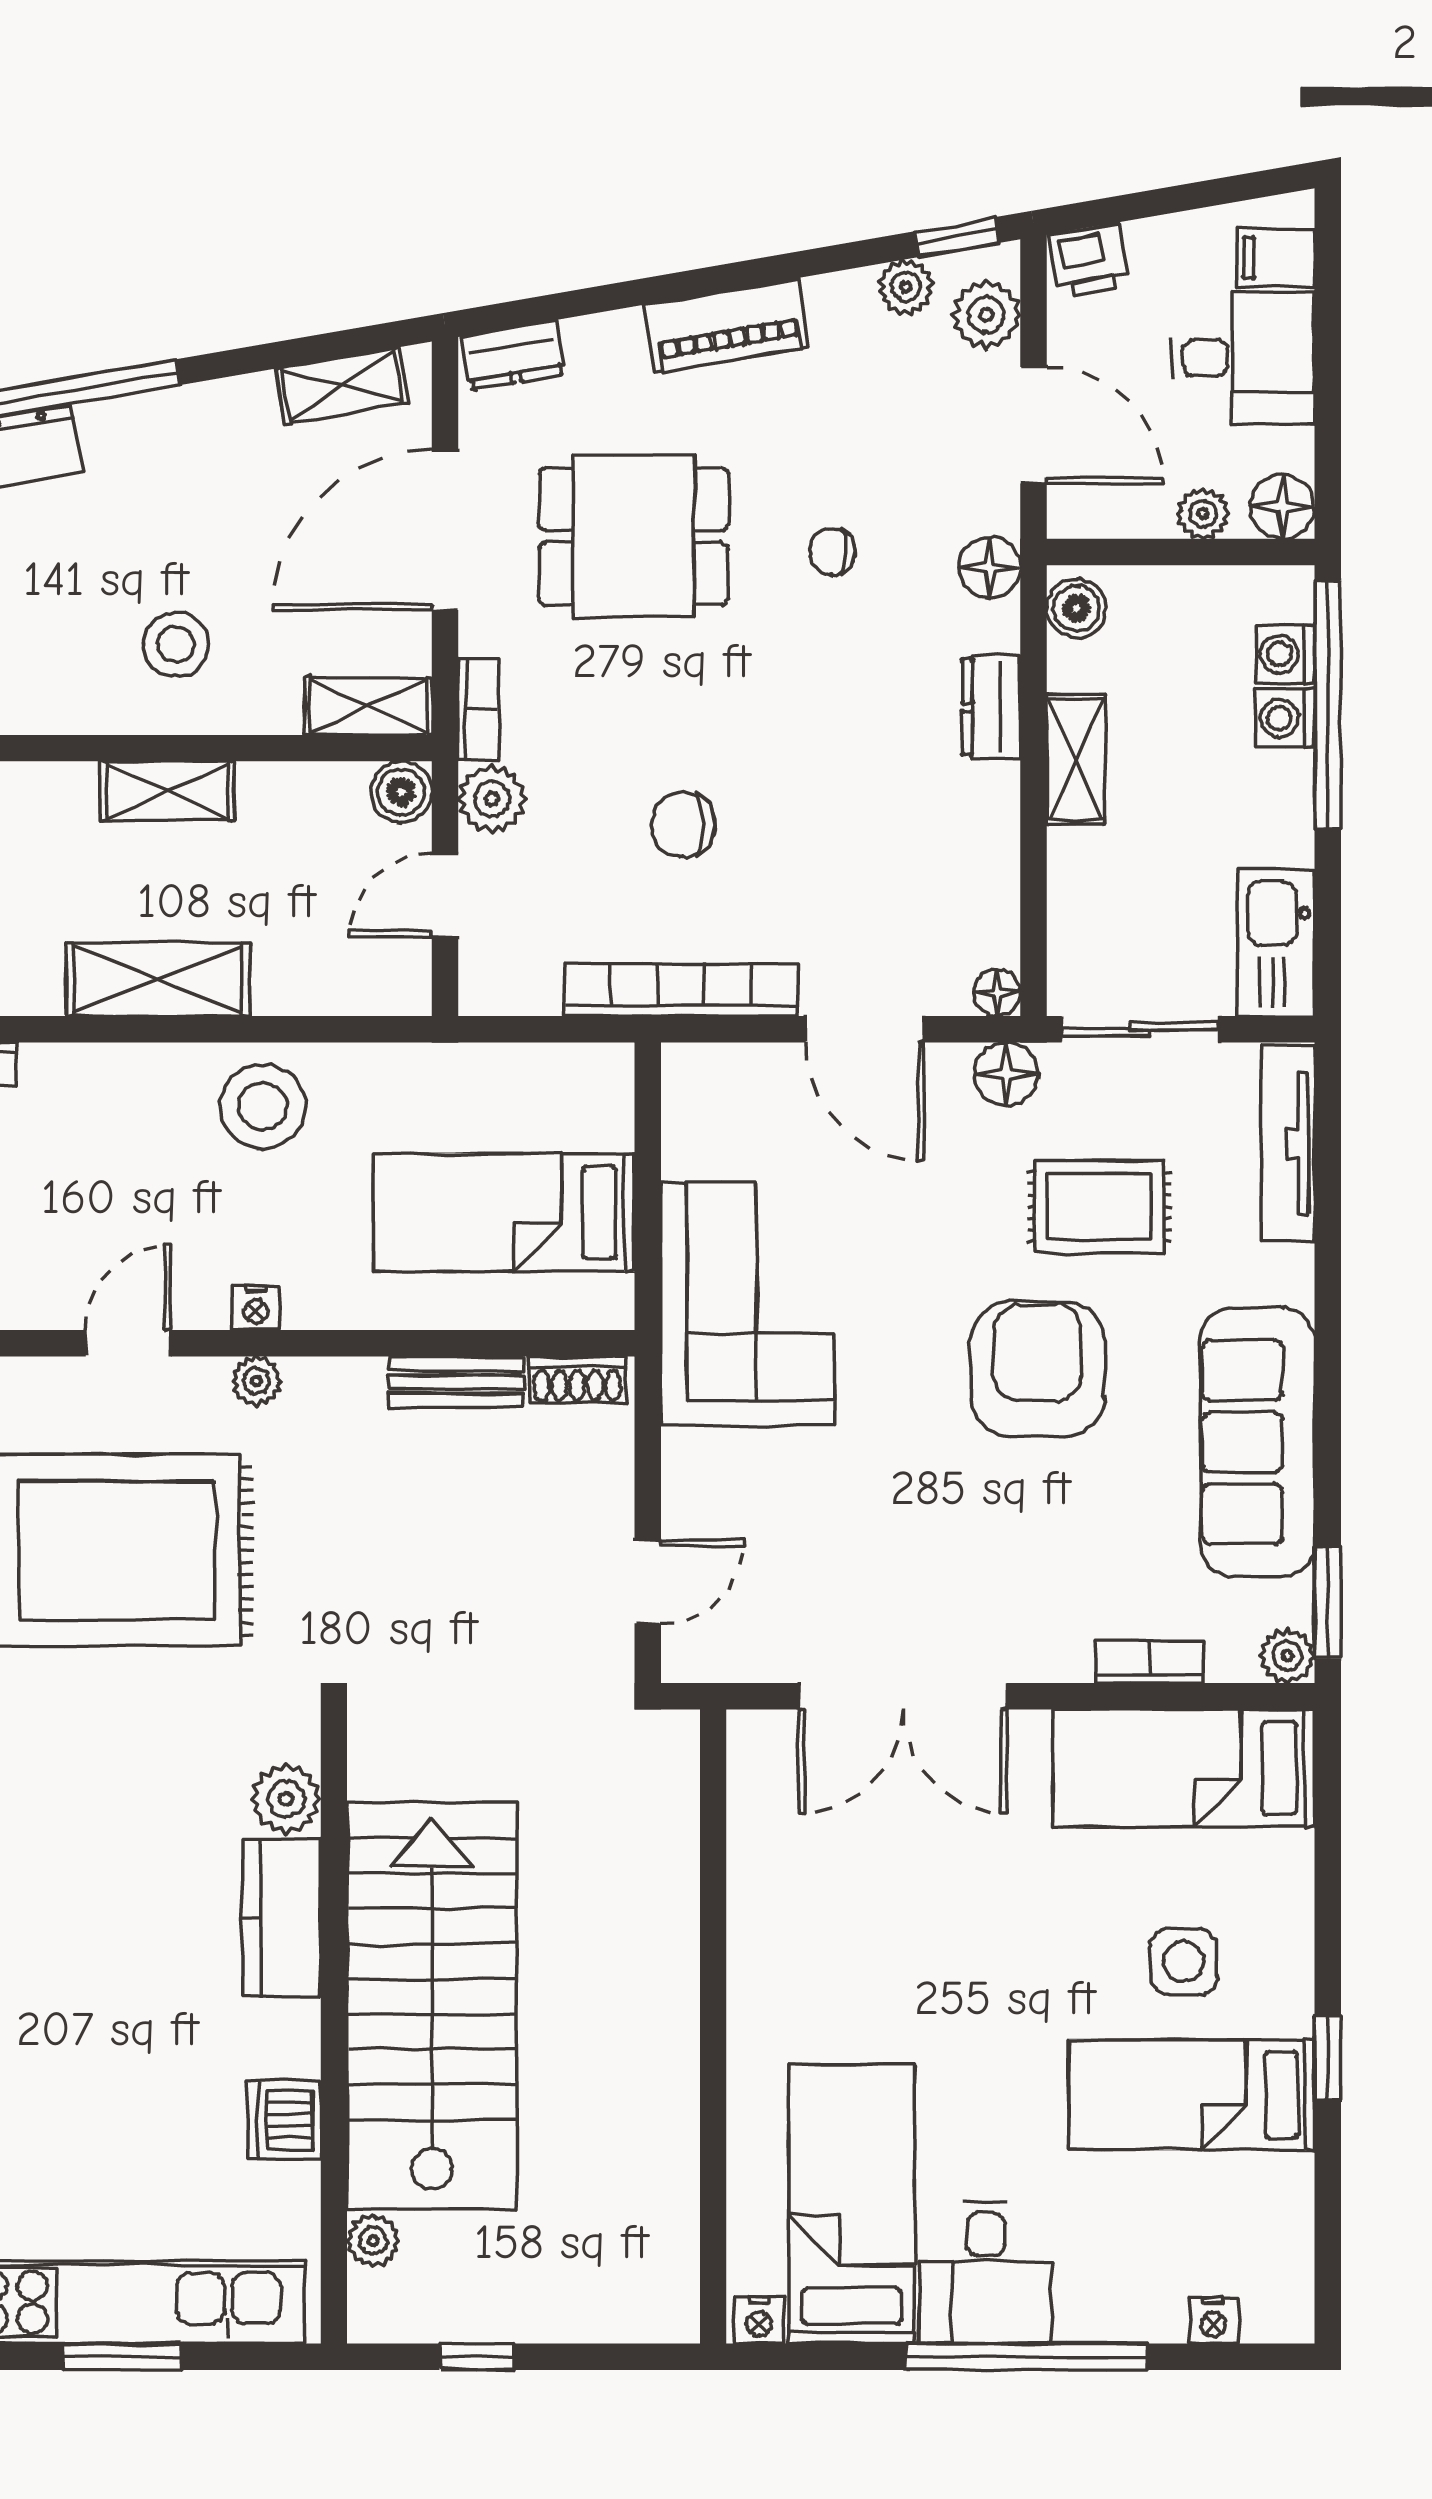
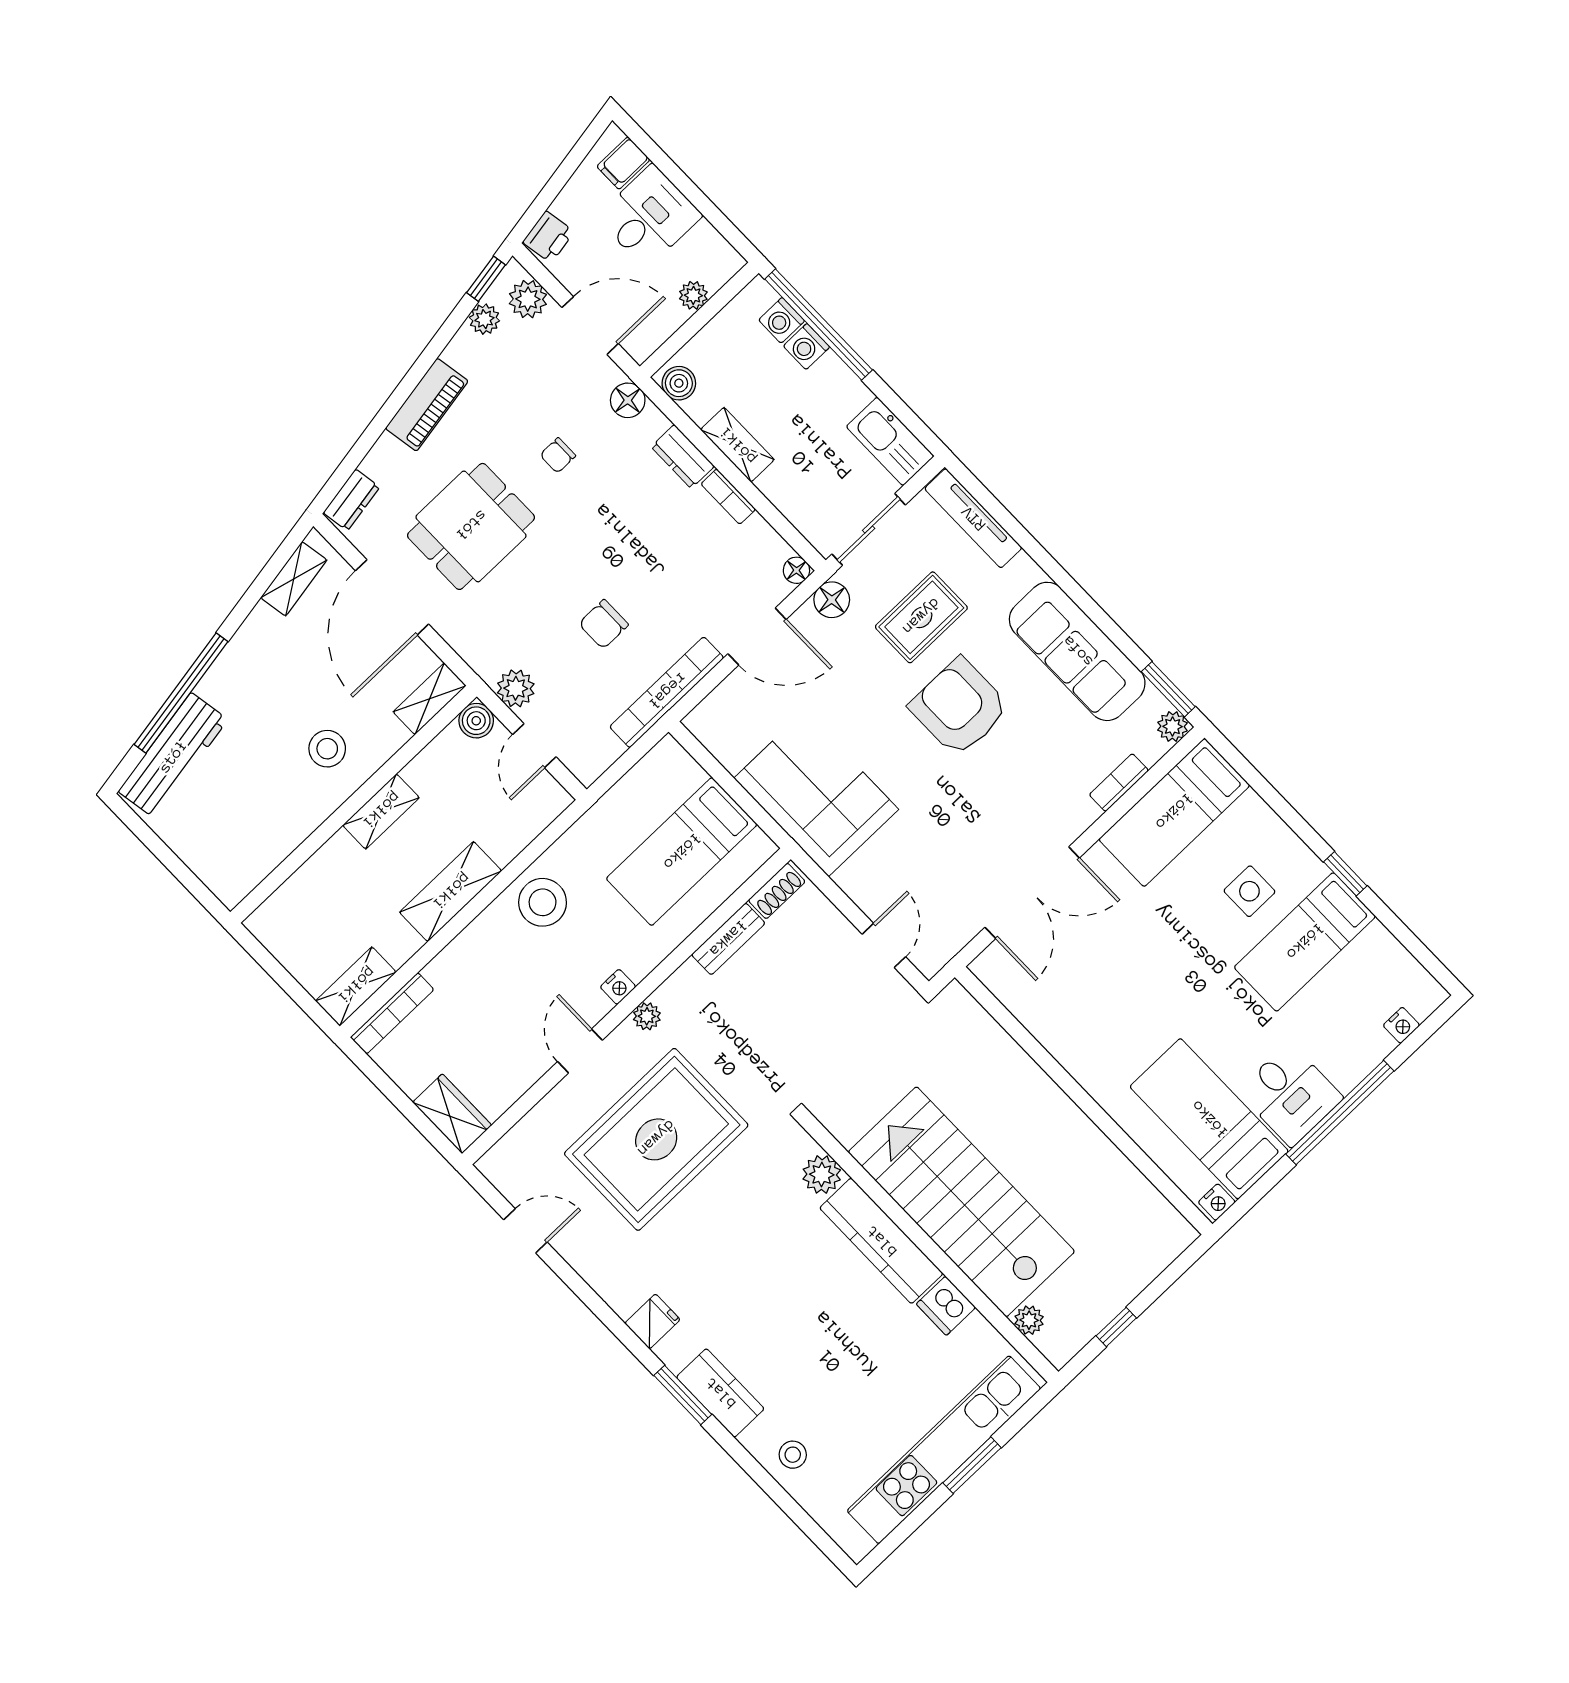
floor lamp: (1282, 507) -> (723, 262), removed
bookcase: (478, 710) -> (728, 497), moved, turned 180
kitchen counter: (281, 1918) -> (881, 1241), width x1.50

